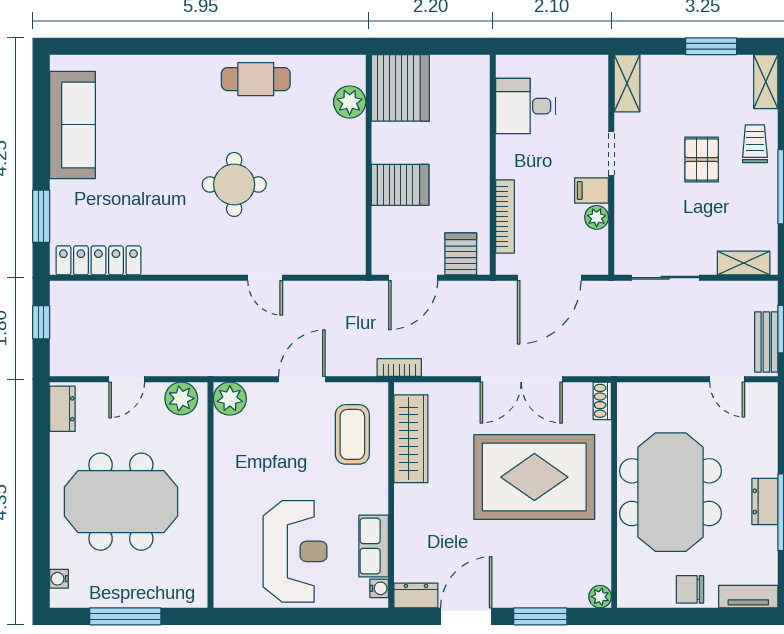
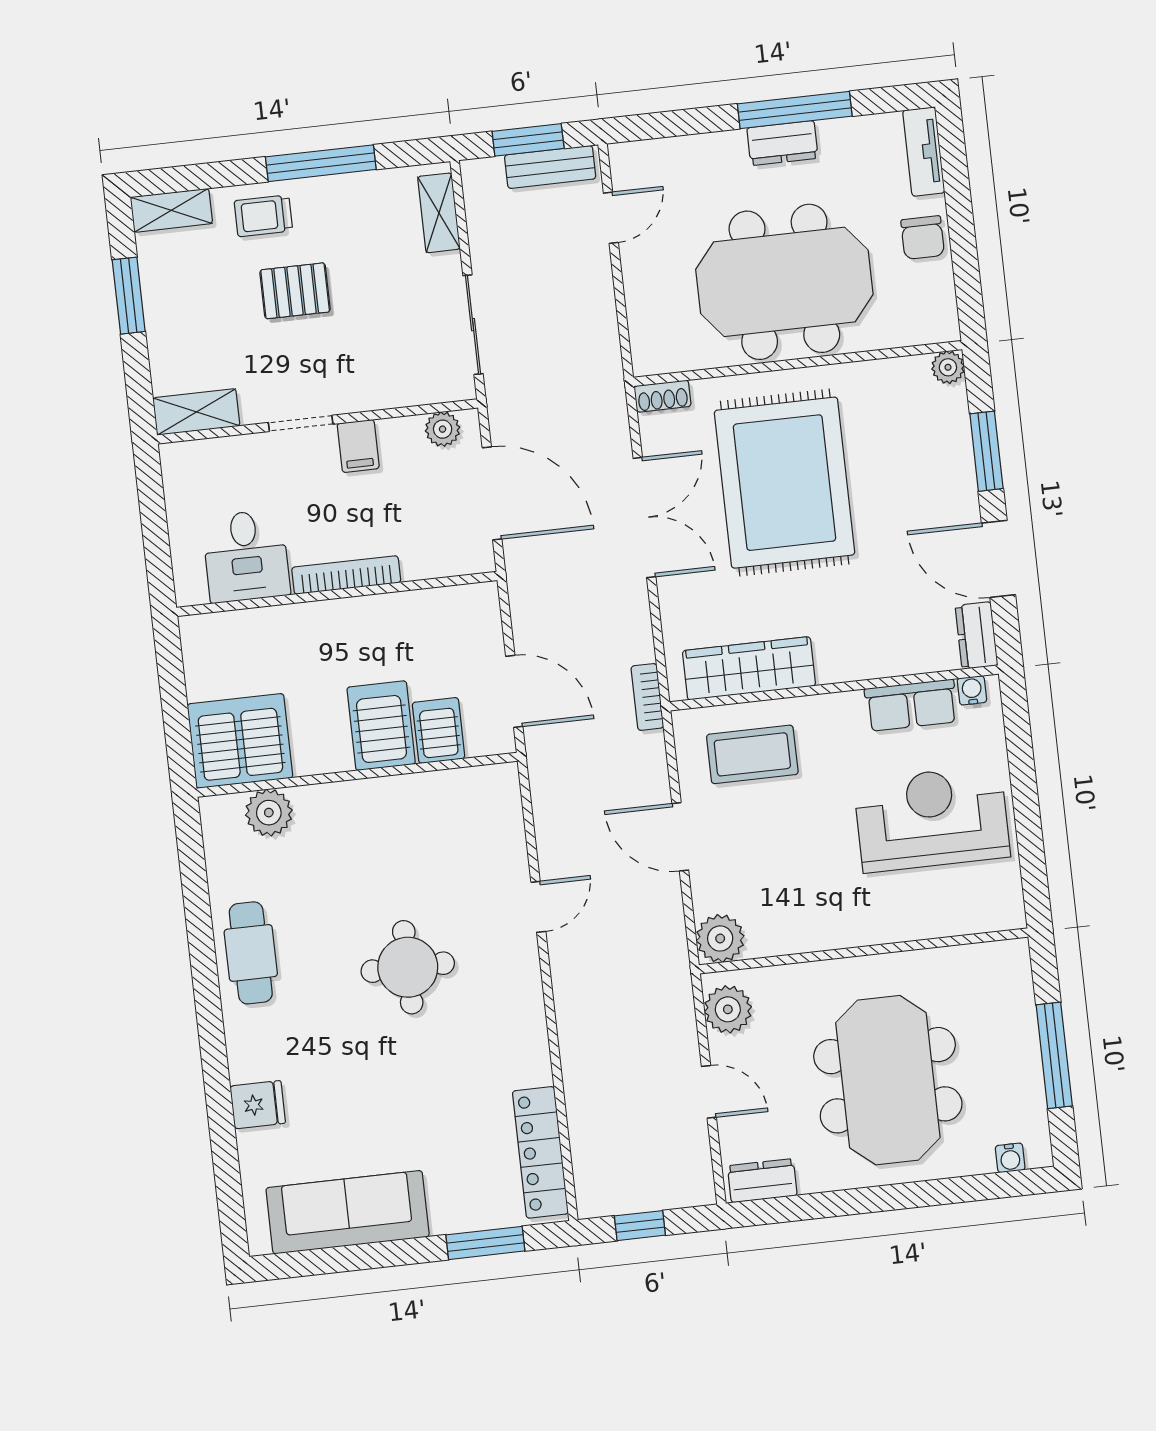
fridge: (152, 72) -> (258, 1105), added
bookcase: (505, 216) -> (346, 575), moved
plant: (597, 217) -> (443, 429), moved
server rack: (461, 254) -> (439, 730), moved, turned 90

